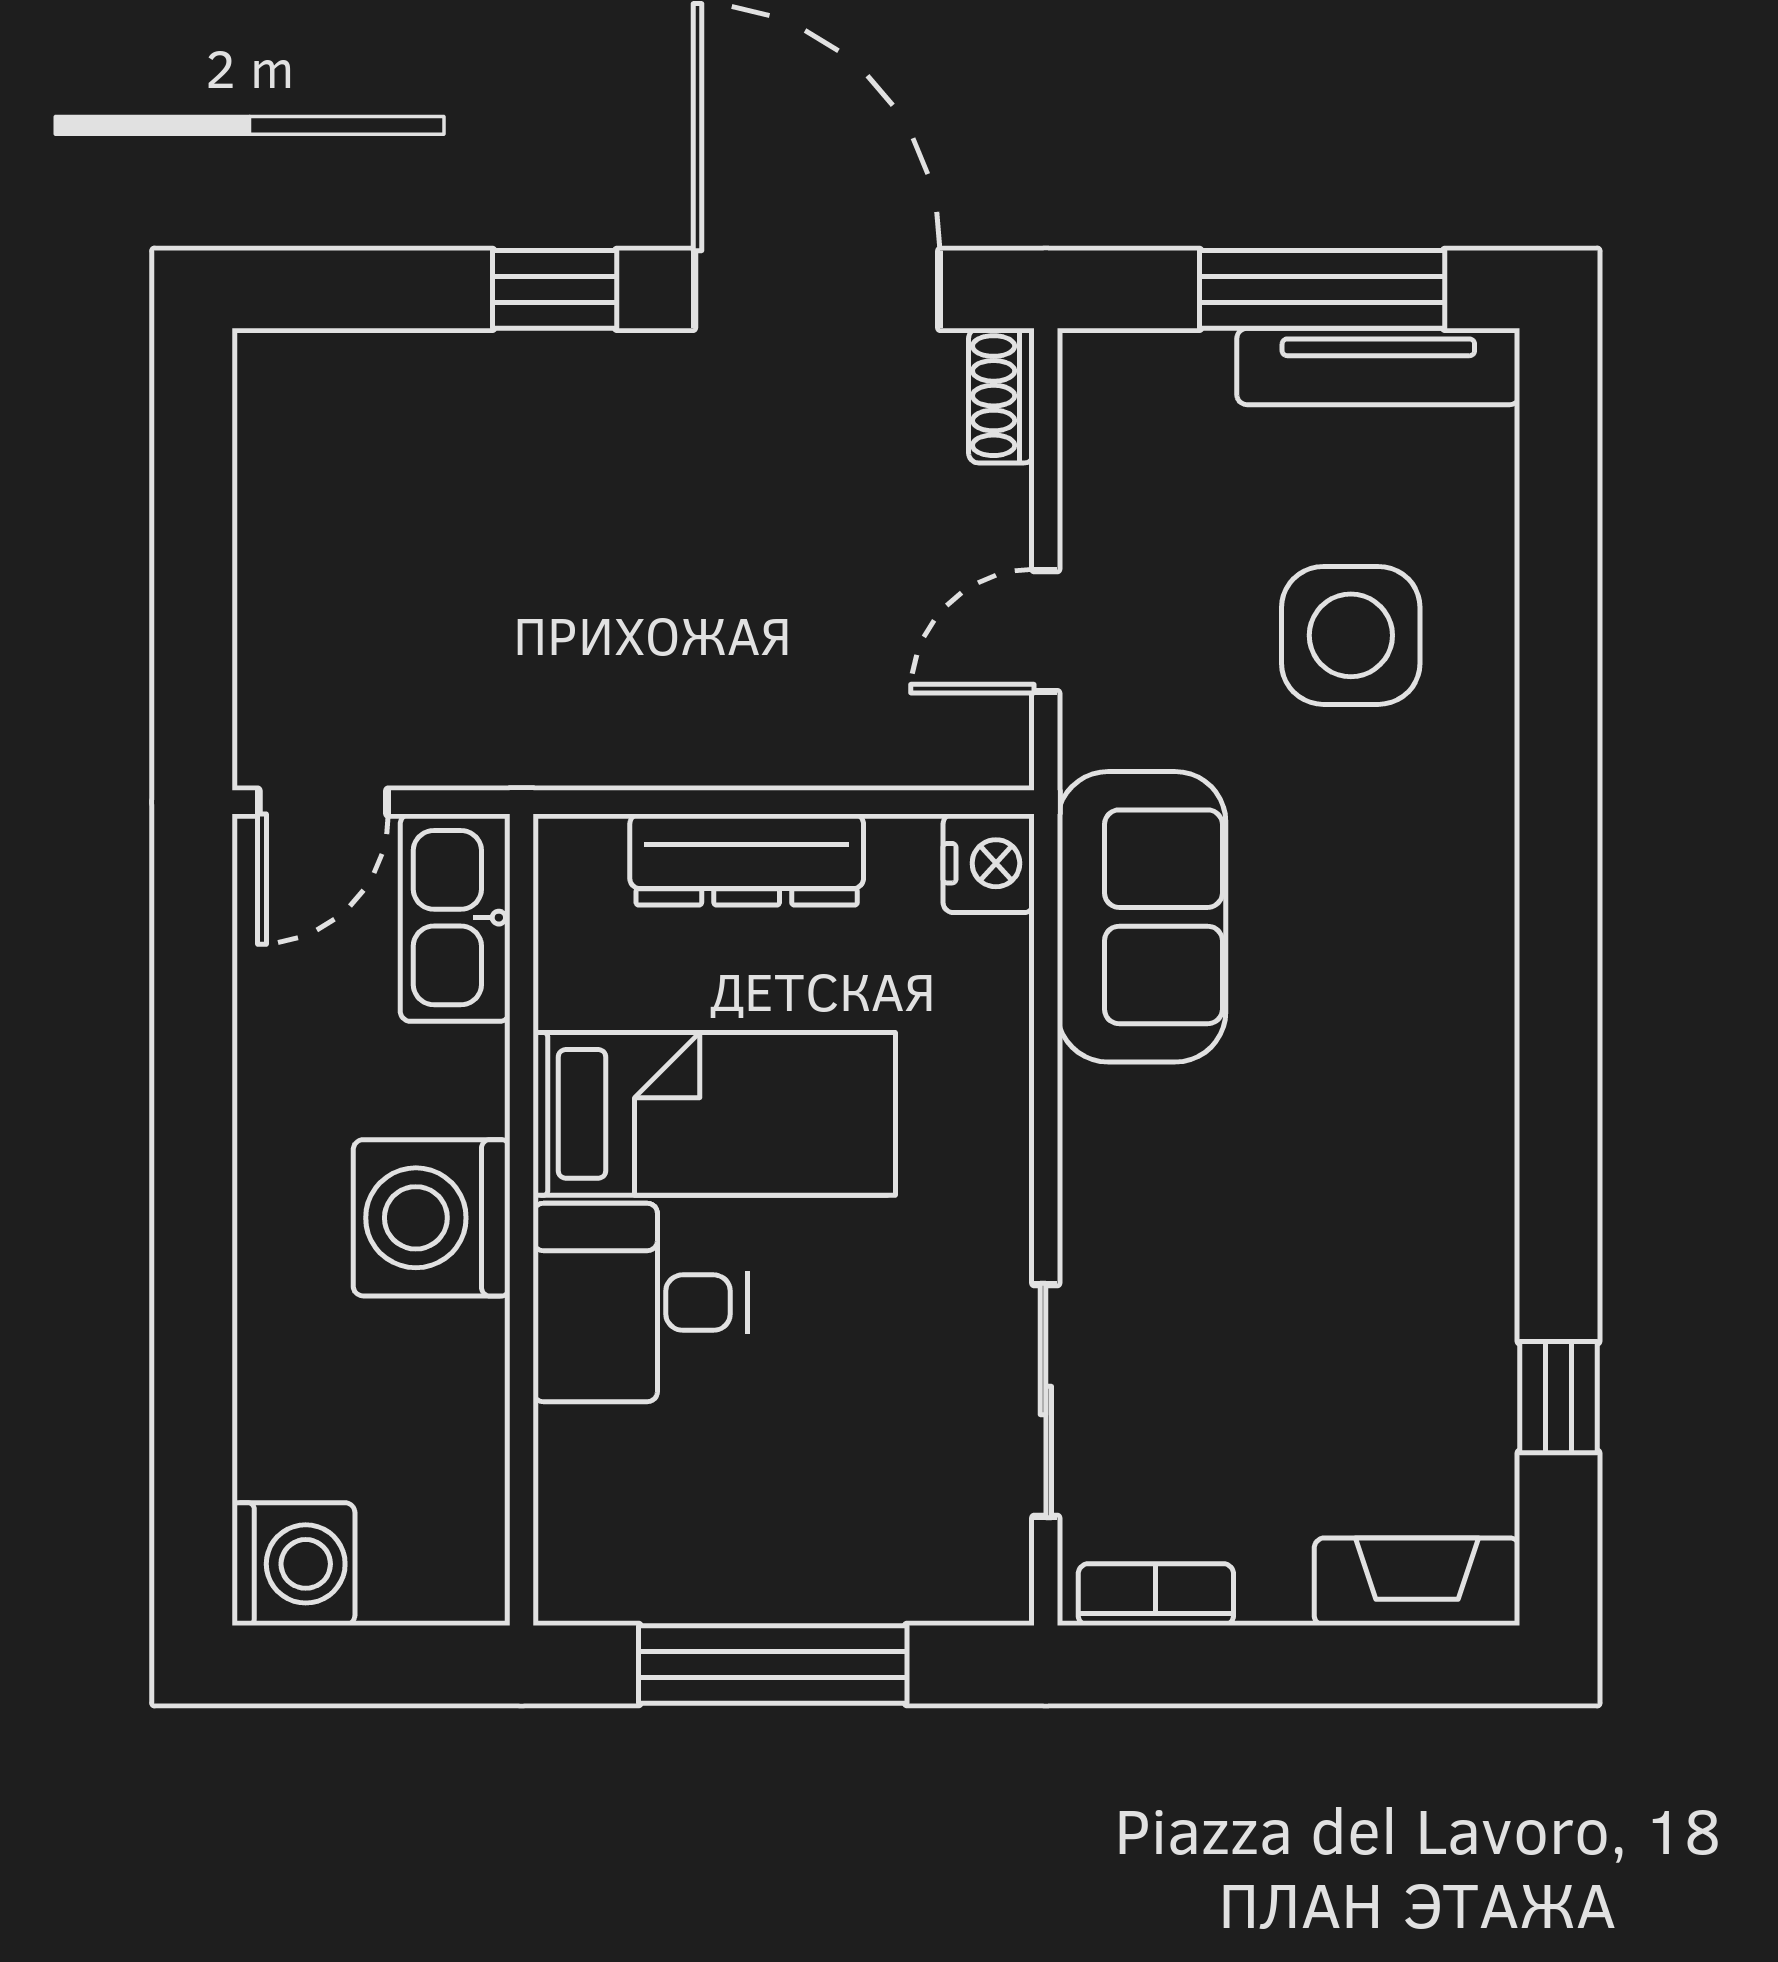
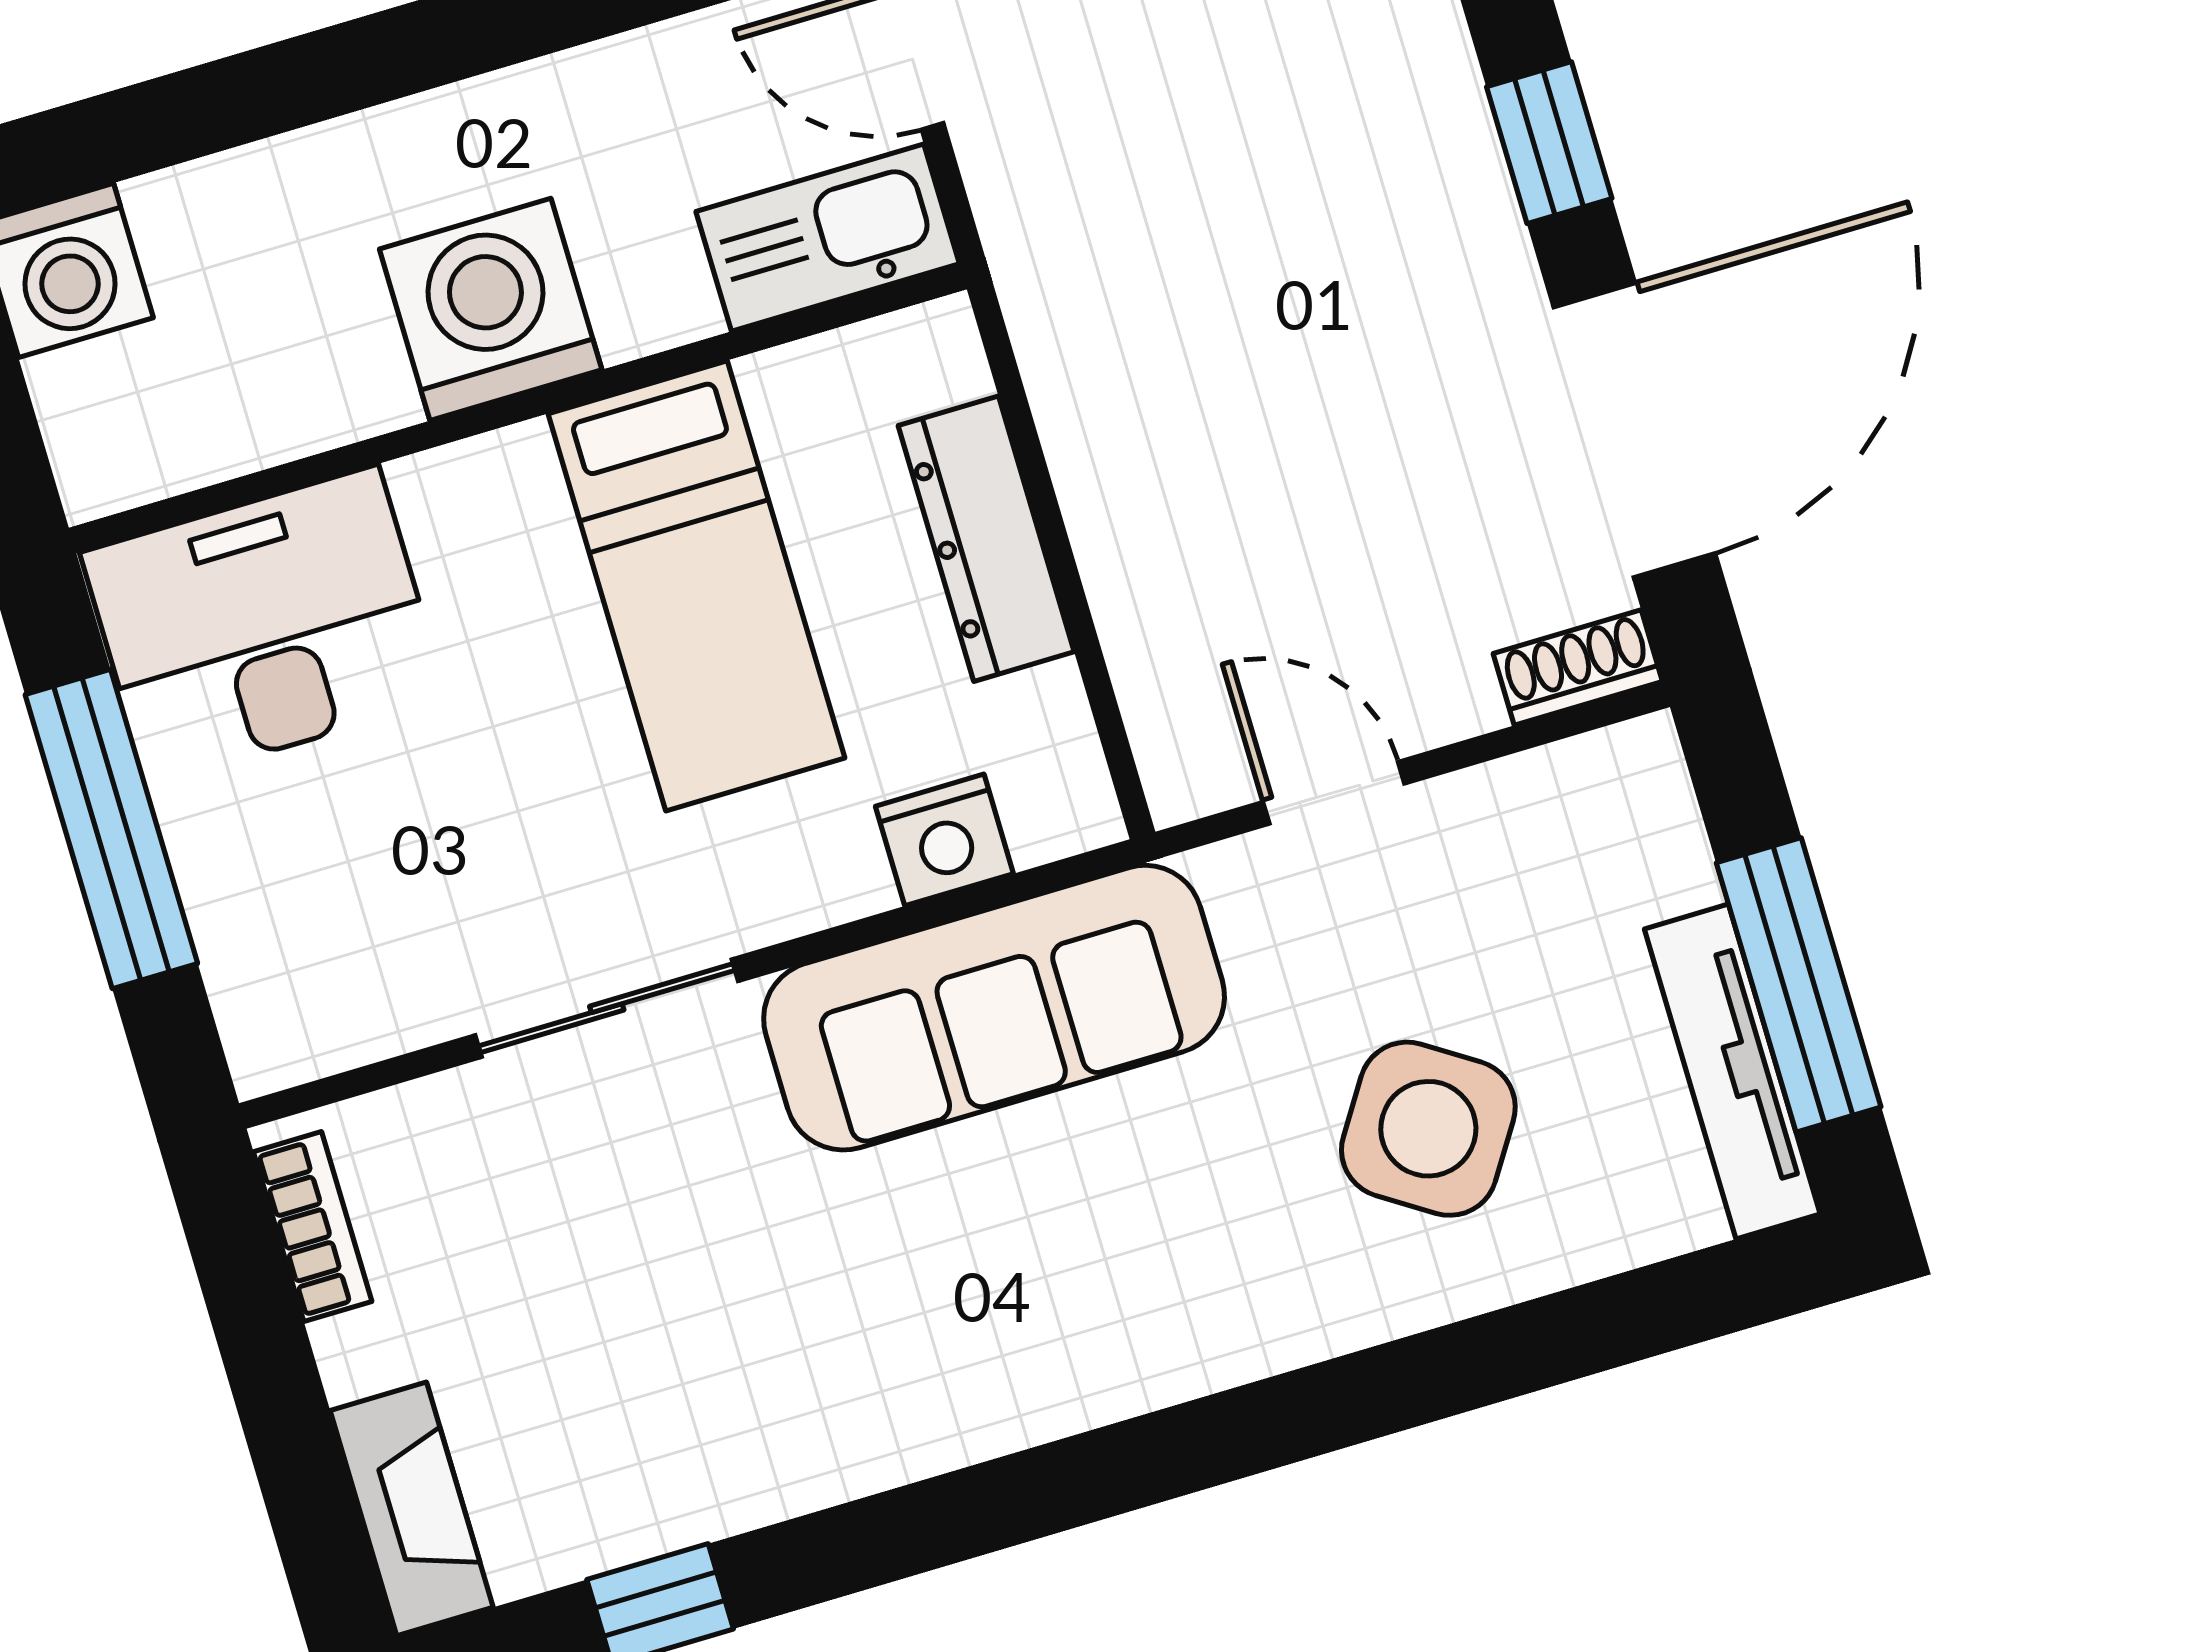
side table: (1351, 635) -> (1428, 1129), turned 33
nightstand: (989, 863) -> (944, 840), moved
sofa: (1142, 917) -> (994, 1008), width x1.36
desk: (640, 1303) -> (264, 626), moved, width x1.37
sliding door: (1046, 1400) -> (607, 1008), moved

